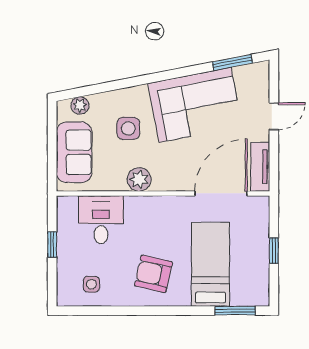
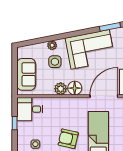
plant: (80, 105) -> (52, 45), moved
floor lamp: (166, 178) -> (75, 88), added
desk: (101, 220) -> (30, 109), moved, turned -90

